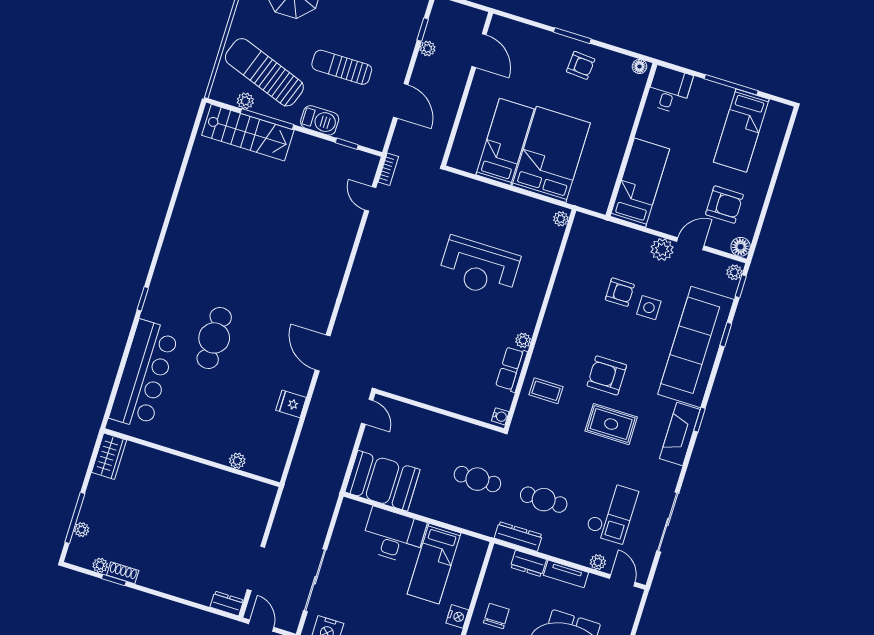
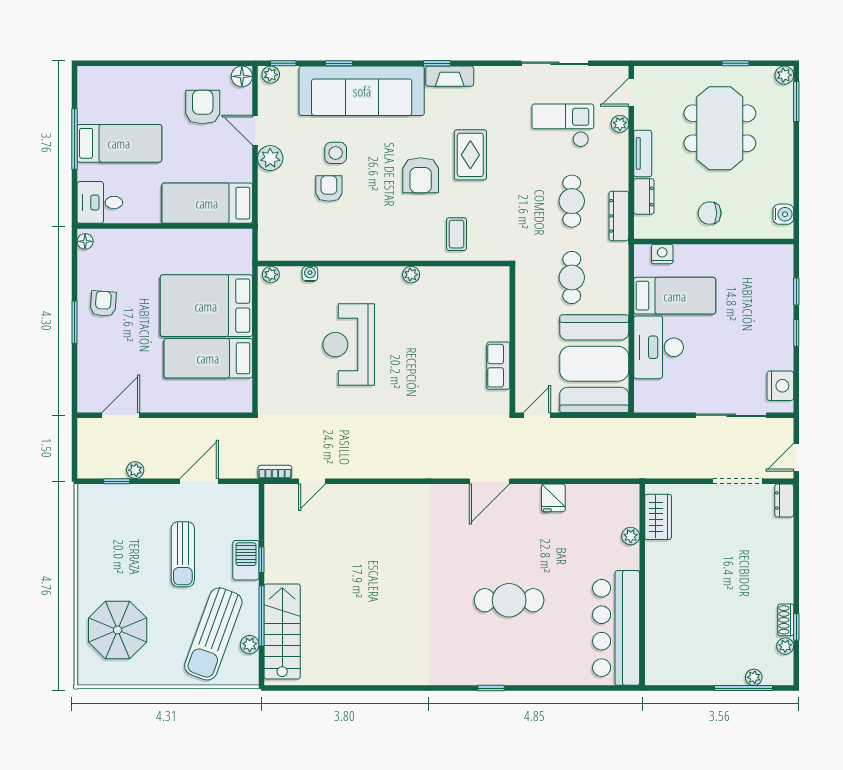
bed: (741, 131) -> (119, 143), moved
window: (347, 144) -> (262, 560), moved
reception desk: (479, 267) -> (349, 345), turned 180
row of seats: (511, 369) -> (498, 366), moved, turned 90
bar counter: (144, 375) -> (616, 628), moved, turned -90
water cooler: (500, 416) -> (310, 274), moved
fireplace: (680, 434) -> (450, 76), width x0.73, depth x0.76
wardrobe: (109, 456) -> (658, 517), moved, turned 90
booth: (383, 481) -> (594, 364), width x1.36, depth x1.42
nightstand: (457, 616) -> (662, 254), moved

